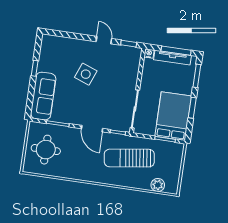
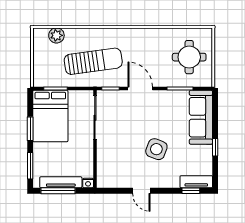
tv unit: (55, 41) -> (196, 182), added
window: (129, 44) -> (191, 191), moved

